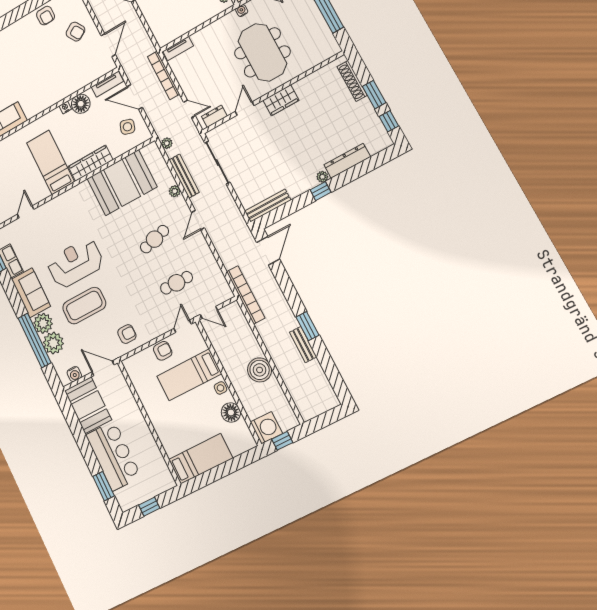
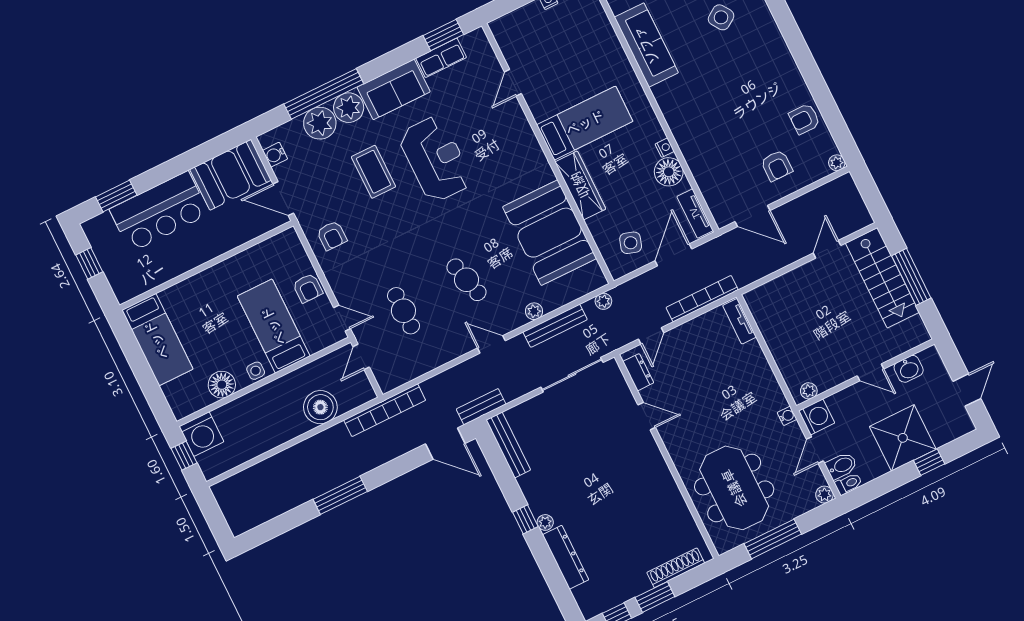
armchair: (75, 32) -> (777, 166), turned -59
meeting table: (262, 52) -> (734, 488), moved, turned 90
wardrobe: (281, 100) -> (655, 468), removed
door: (26, 212) -> (513, 83), swing flipped
coffee table: (84, 306) -> (373, 172), width x0.73, depth x0.76
window: (307, 326) -> (340, 495), width x1.44
bench: (303, 345) -> (481, 407), moved
door: (103, 368) -> (283, 199), swing flipped
boiler: (260, 370) -> (320, 407), moved

